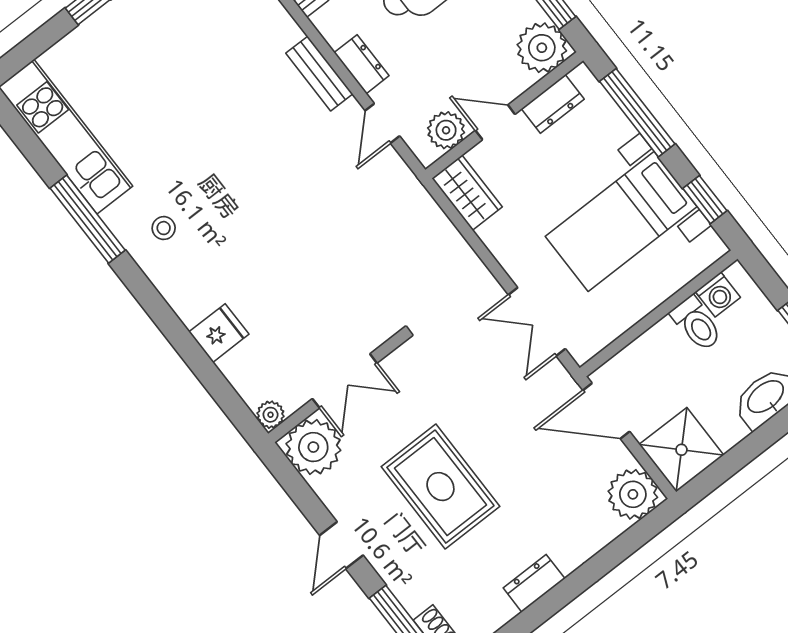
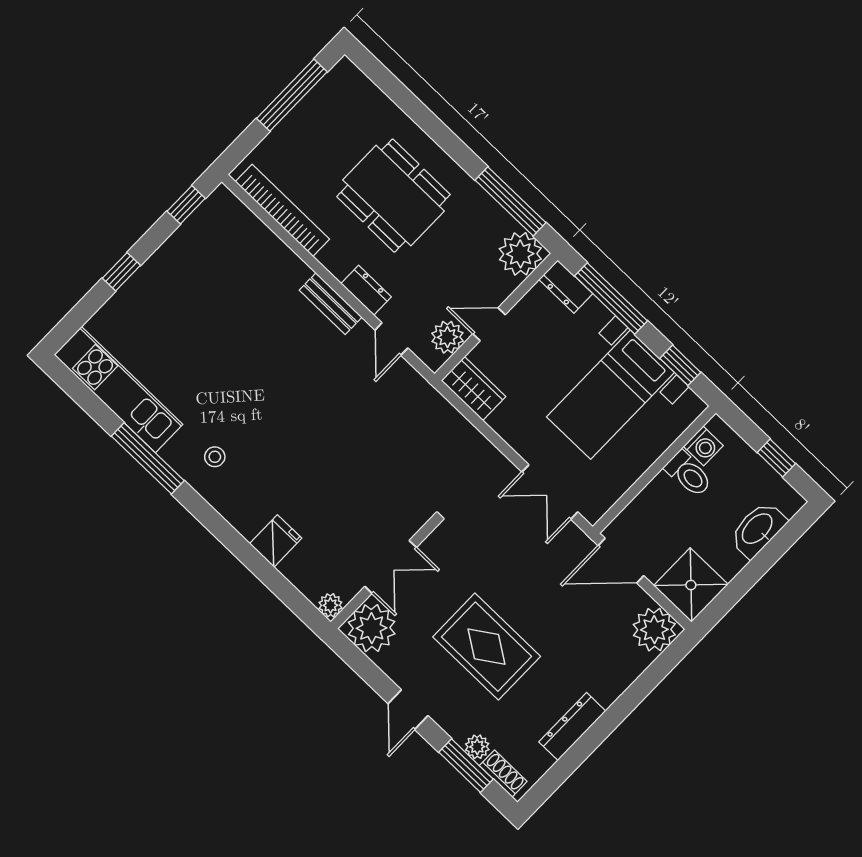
dresser: (553, 104) -> (566, 286), moved, turned 90
dresser: (534, 583) -> (572, 726), width x1.44
plant: (414, 598) -> (477, 747), added

